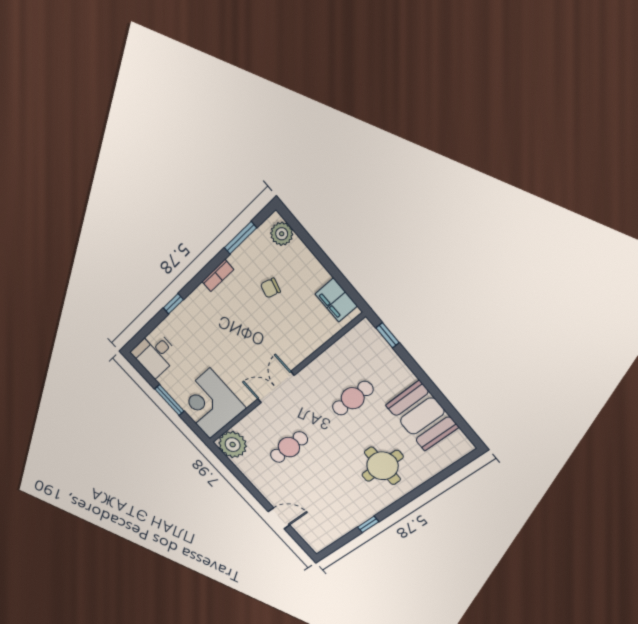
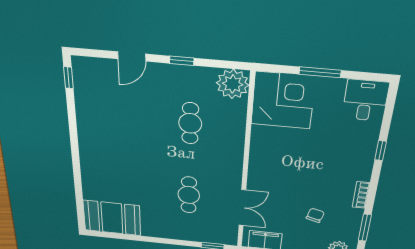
double door: (276, 387) -> (242, 208), moved
booth: (422, 416) -> (112, 218), moved
round table: (382, 466) -> (118, 170), removed
window: (250, 487) -> (182, 61), added
window: (368, 524) -> (68, 78), moved

